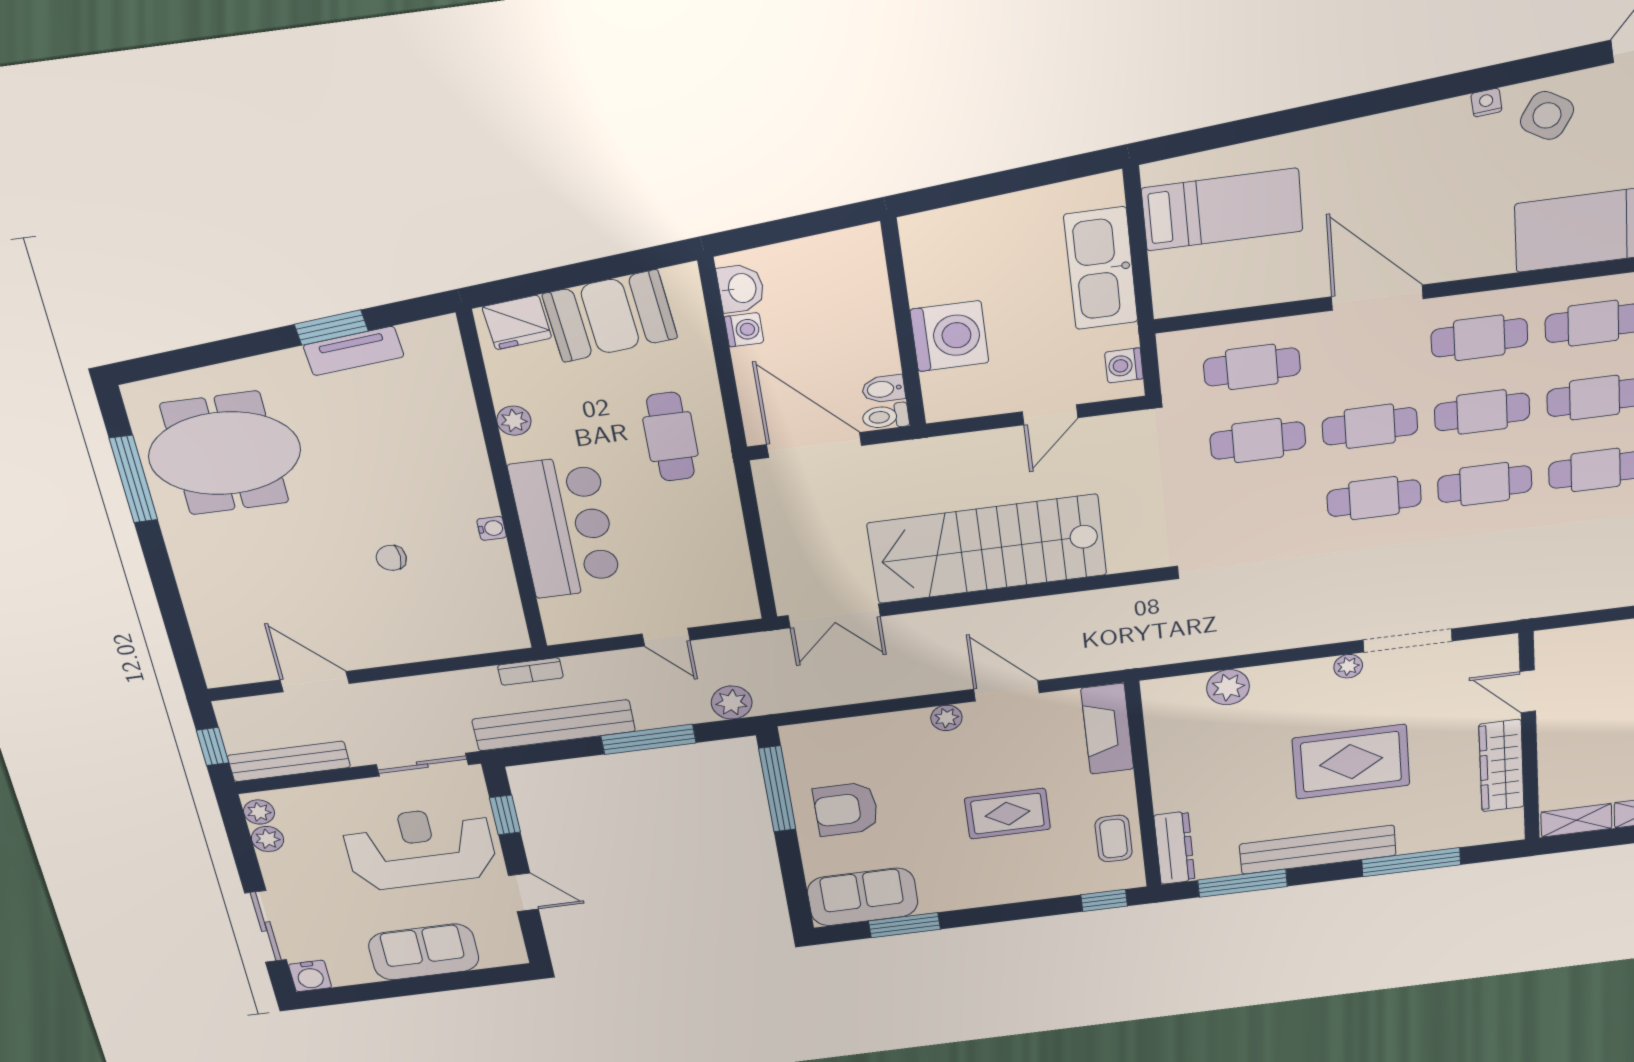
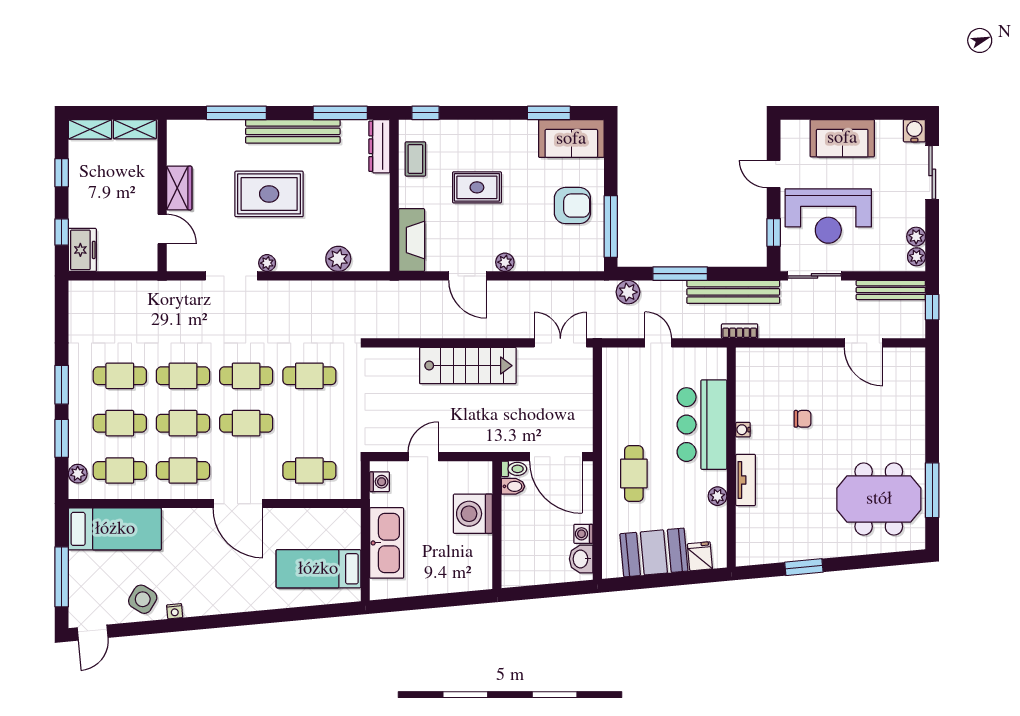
fridge: (517, 322) -> (700, 556), width x0.72
tv unit: (354, 351) -> (746, 480), moved, turned 95
cafe table: (1258, 441) -> (309, 376), moved
stairs: (987, 549) -> (468, 366), width x0.73, depth x0.66
wardrobe: (1501, 766) -> (179, 188), width x0.67

